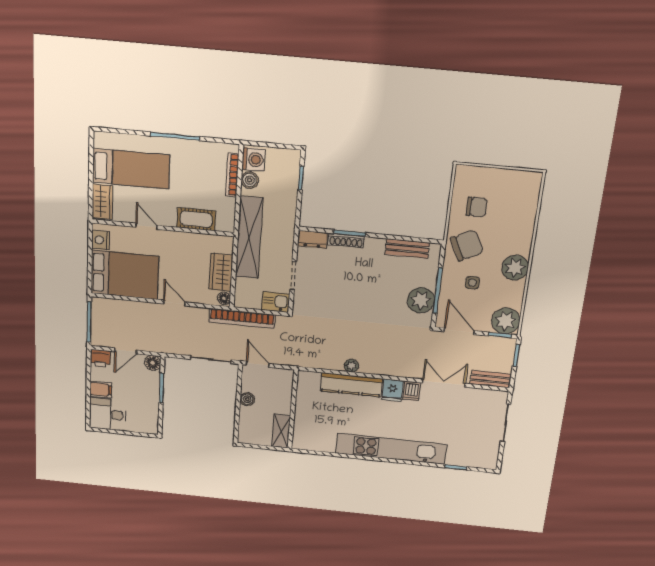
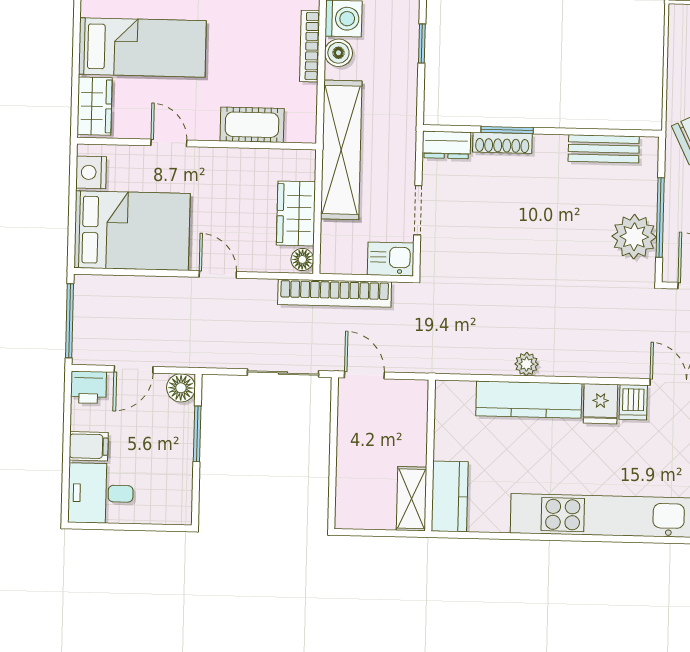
boiler: (247, 399) -> (349, 443), removed
kitchen counter: (303, 432) -> (450, 496), added

